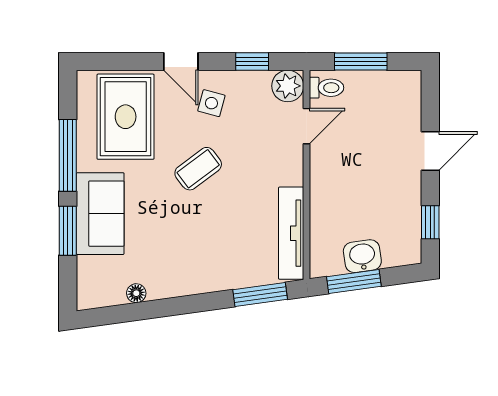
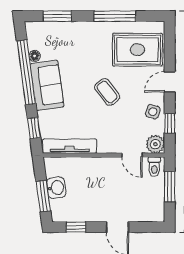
side table: (211, 103) -> (153, 112), moved
sofa: (100, 214) -> (47, 85), moved, turned -98
window: (68, 231) -> (57, 16), moved
window: (354, 281) -> (43, 196), moved
window: (260, 294) -> (34, 128), width x0.67
window: (164, 308) -> (26, 72), added

